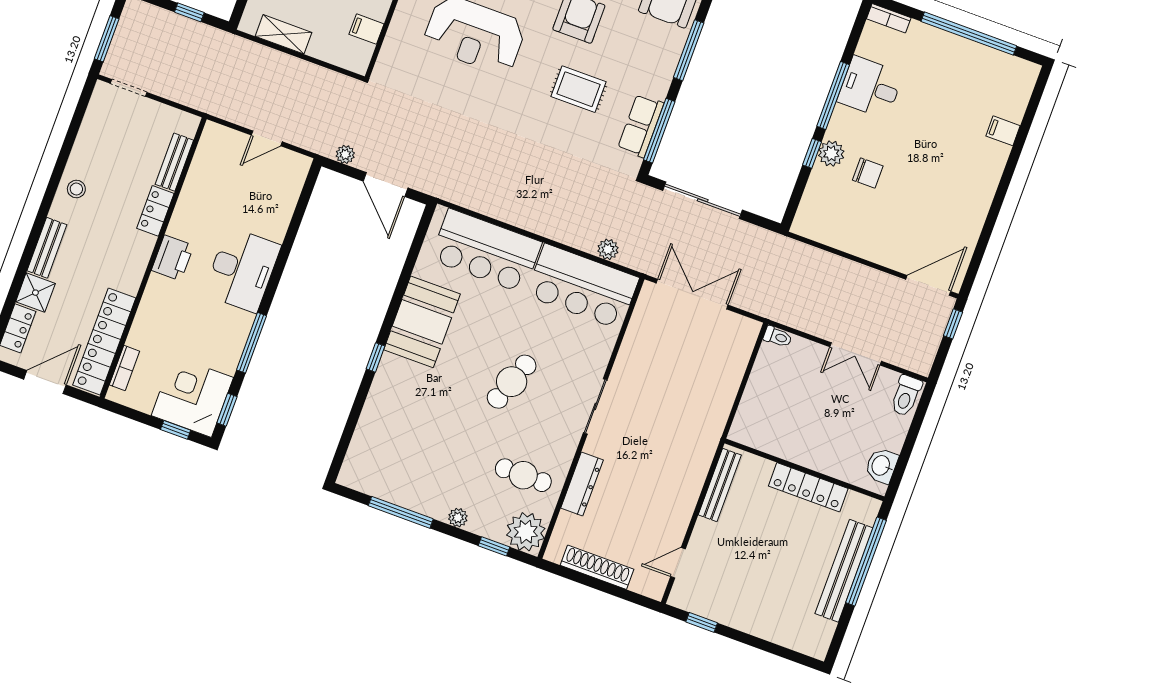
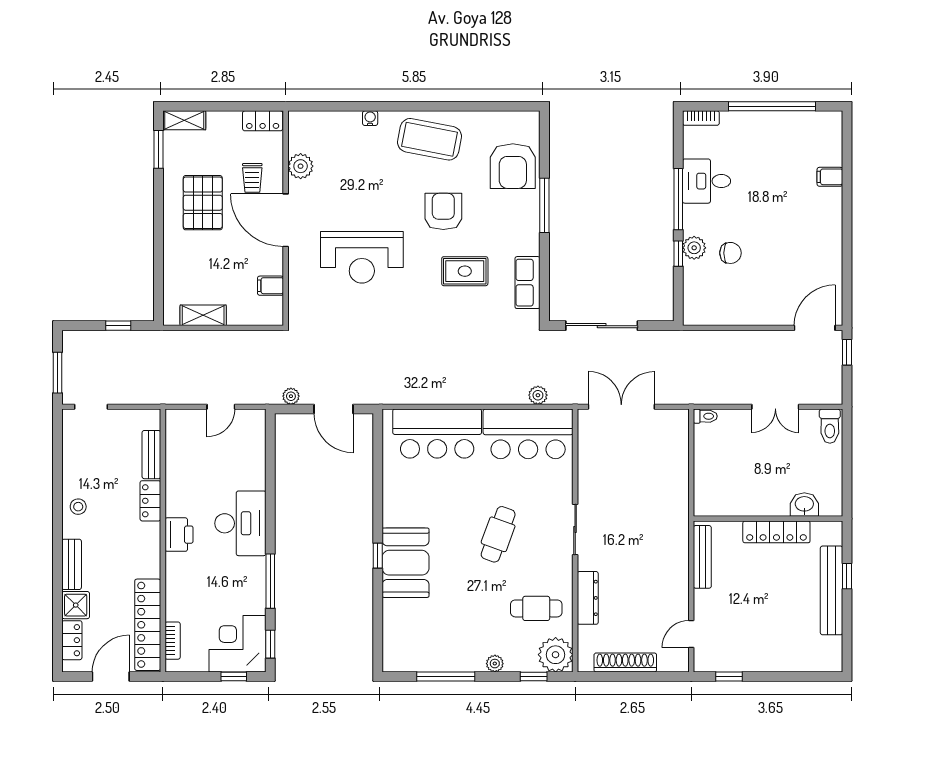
window: (659, 131) -> (544, 281), removed
booth: (422, 322) -> (405, 563), moved
washbasin: (881, 466) -> (804, 505), moved, turned 90
window: (866, 562) -> (847, 576), width x0.32

